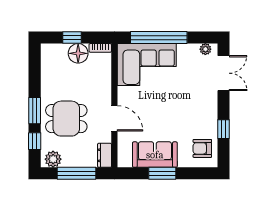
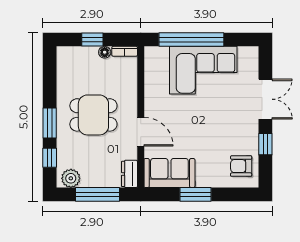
plant: (205, 49) -> (245, 53), removed
floor lamp: (78, 53) -> (105, 52), width x0.53, depth x0.53
corner sofa: (147, 64) -> (203, 70), moved
double door: (223, 73) -> (265, 99), moved
dining table: (66, 119) -> (93, 115), moved
sofa: (155, 155) -> (169, 173), moved

